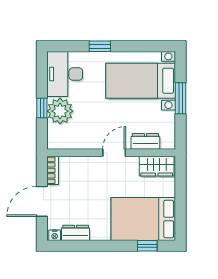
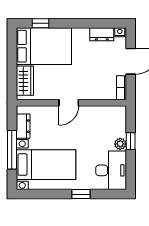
window: (180, 98) -> (12, 150), width x1.44
plant: (60, 111) -> (120, 144), width x0.53, depth x0.53
dresser: (145, 141) -> (23, 126), moved, turned -90
wardrobe: (157, 166) -> (25, 81), moved, turned 90

